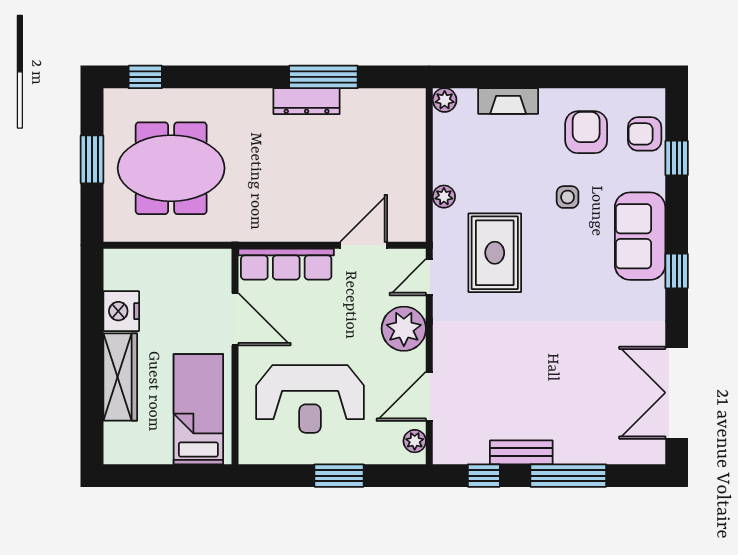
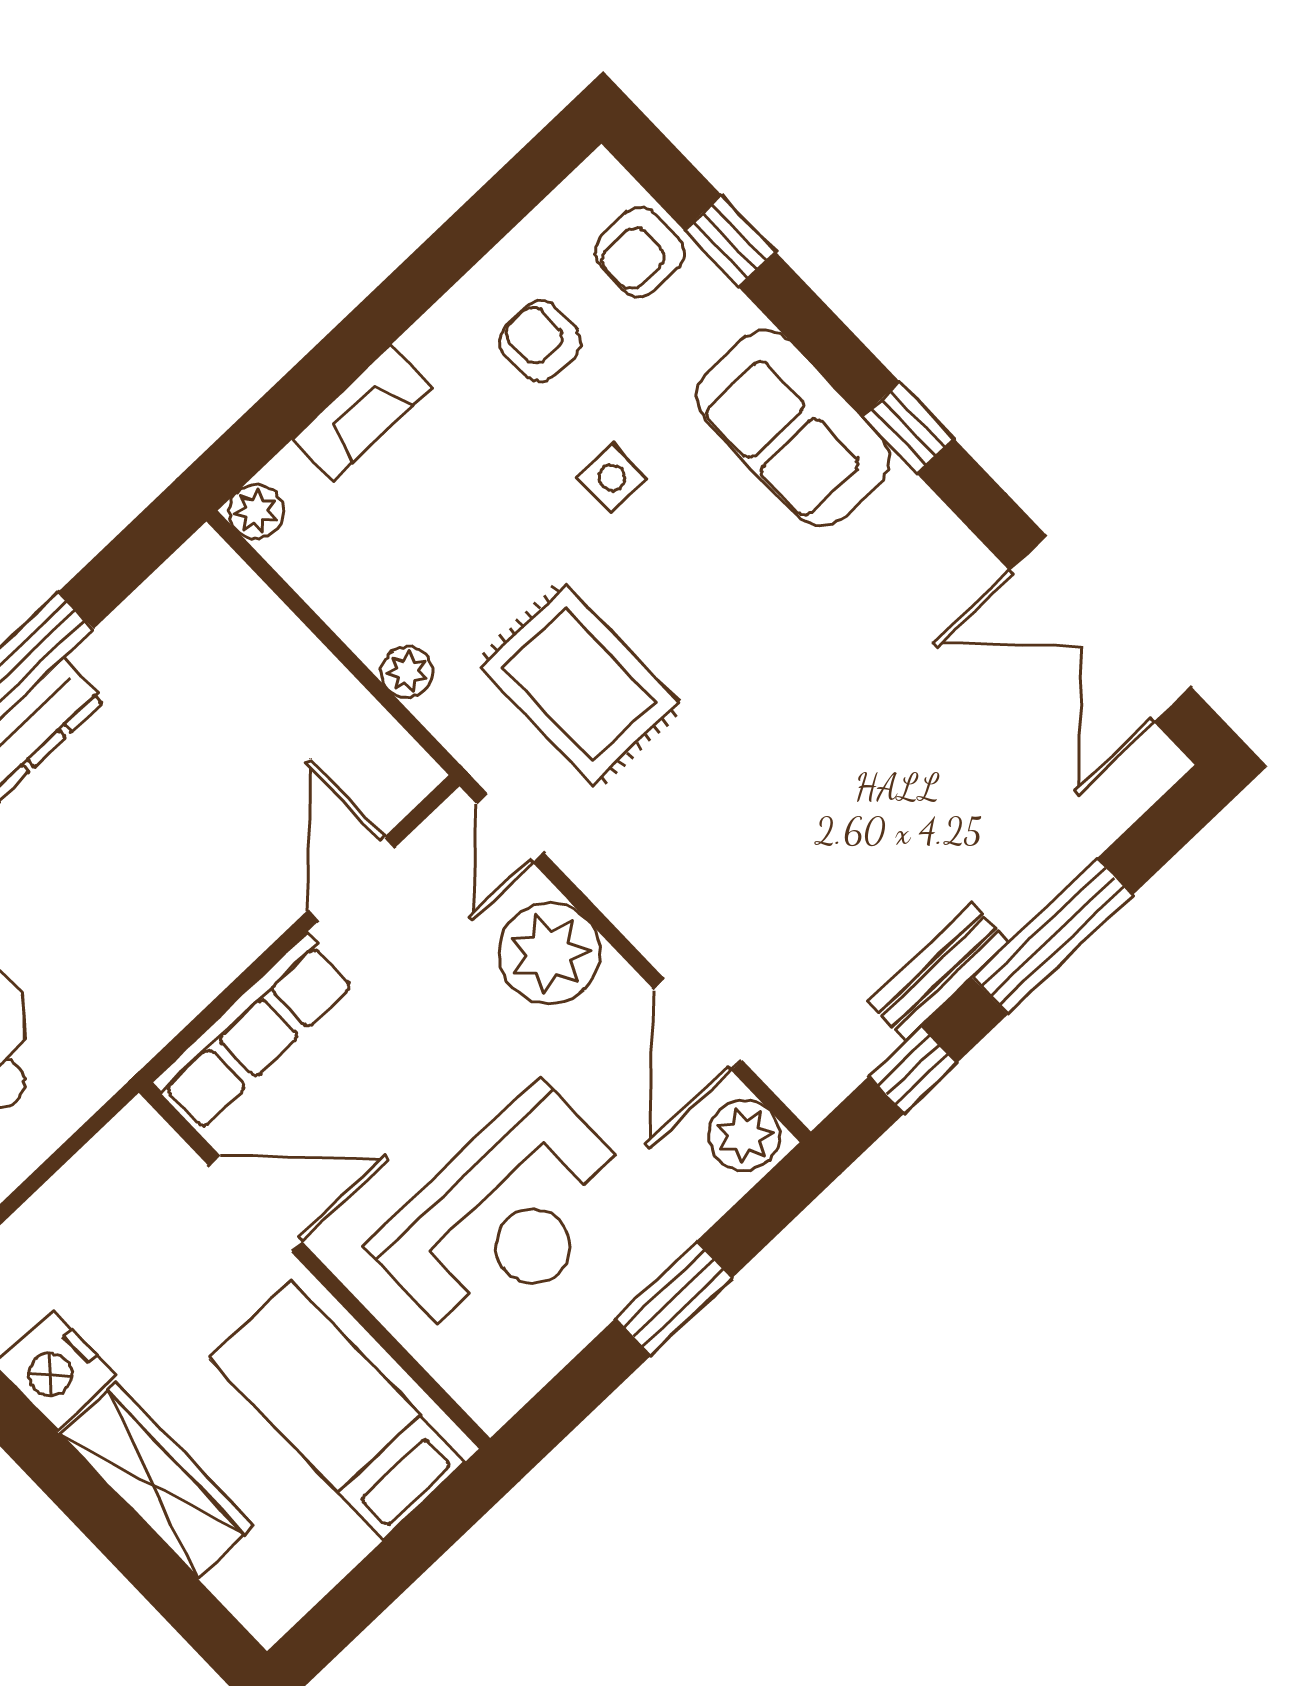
armchair: (586, 132) -> (540, 341), width x0.72, depth x0.72
plant: (415, 441) -> (744, 1135), width x1.38, depth x1.38

